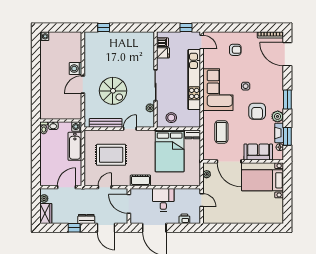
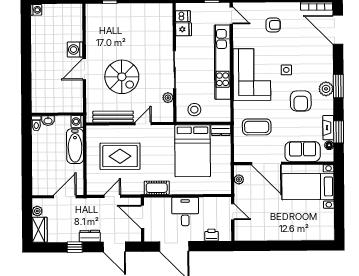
plant: (278, 116) -> (326, 89), moved
coffee table: (221, 132) -> (257, 127), turned 90

